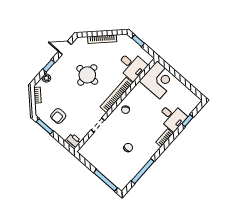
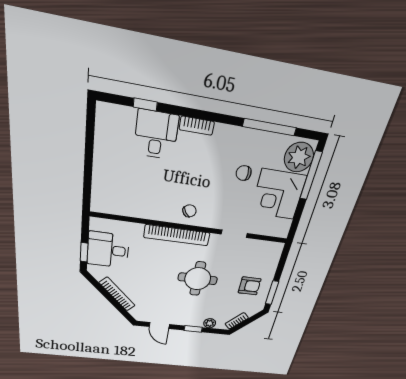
desk: (132, 66) -> (108, 250), moved, turned -90
round table: (87, 75) -> (198, 279), moved
corner desk: (158, 80) -> (278, 194), moved, turned -90
printer: (73, 141) -> (274, 251), removed
plant: (119, 178) -> (299, 157), added

